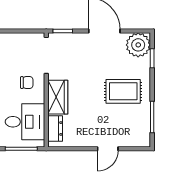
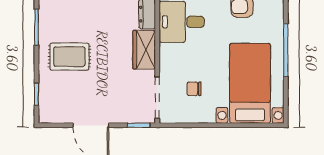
plant: (138, 45) -> (52, 109), removed
chair: (27, 83) -> (194, 89), moved

